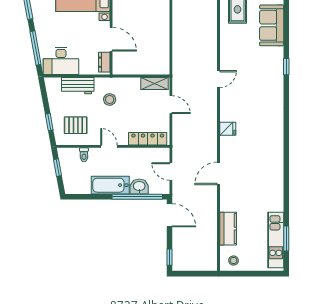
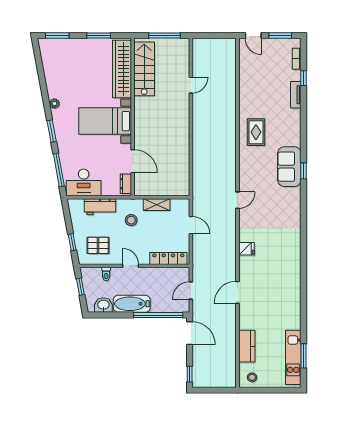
sofa: (272, 25) -> (289, 167), moved
window: (286, 67) -> (304, 171), moved
shelving: (155, 84) -> (157, 205), moved
door: (171, 171) -> (191, 290), hinge flipped
washbasin: (139, 186) -> (103, 305), moved

